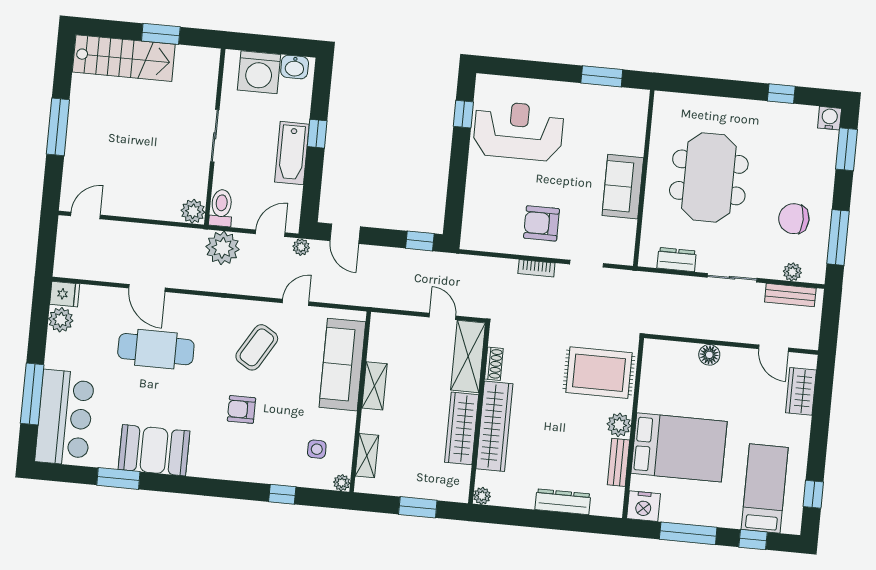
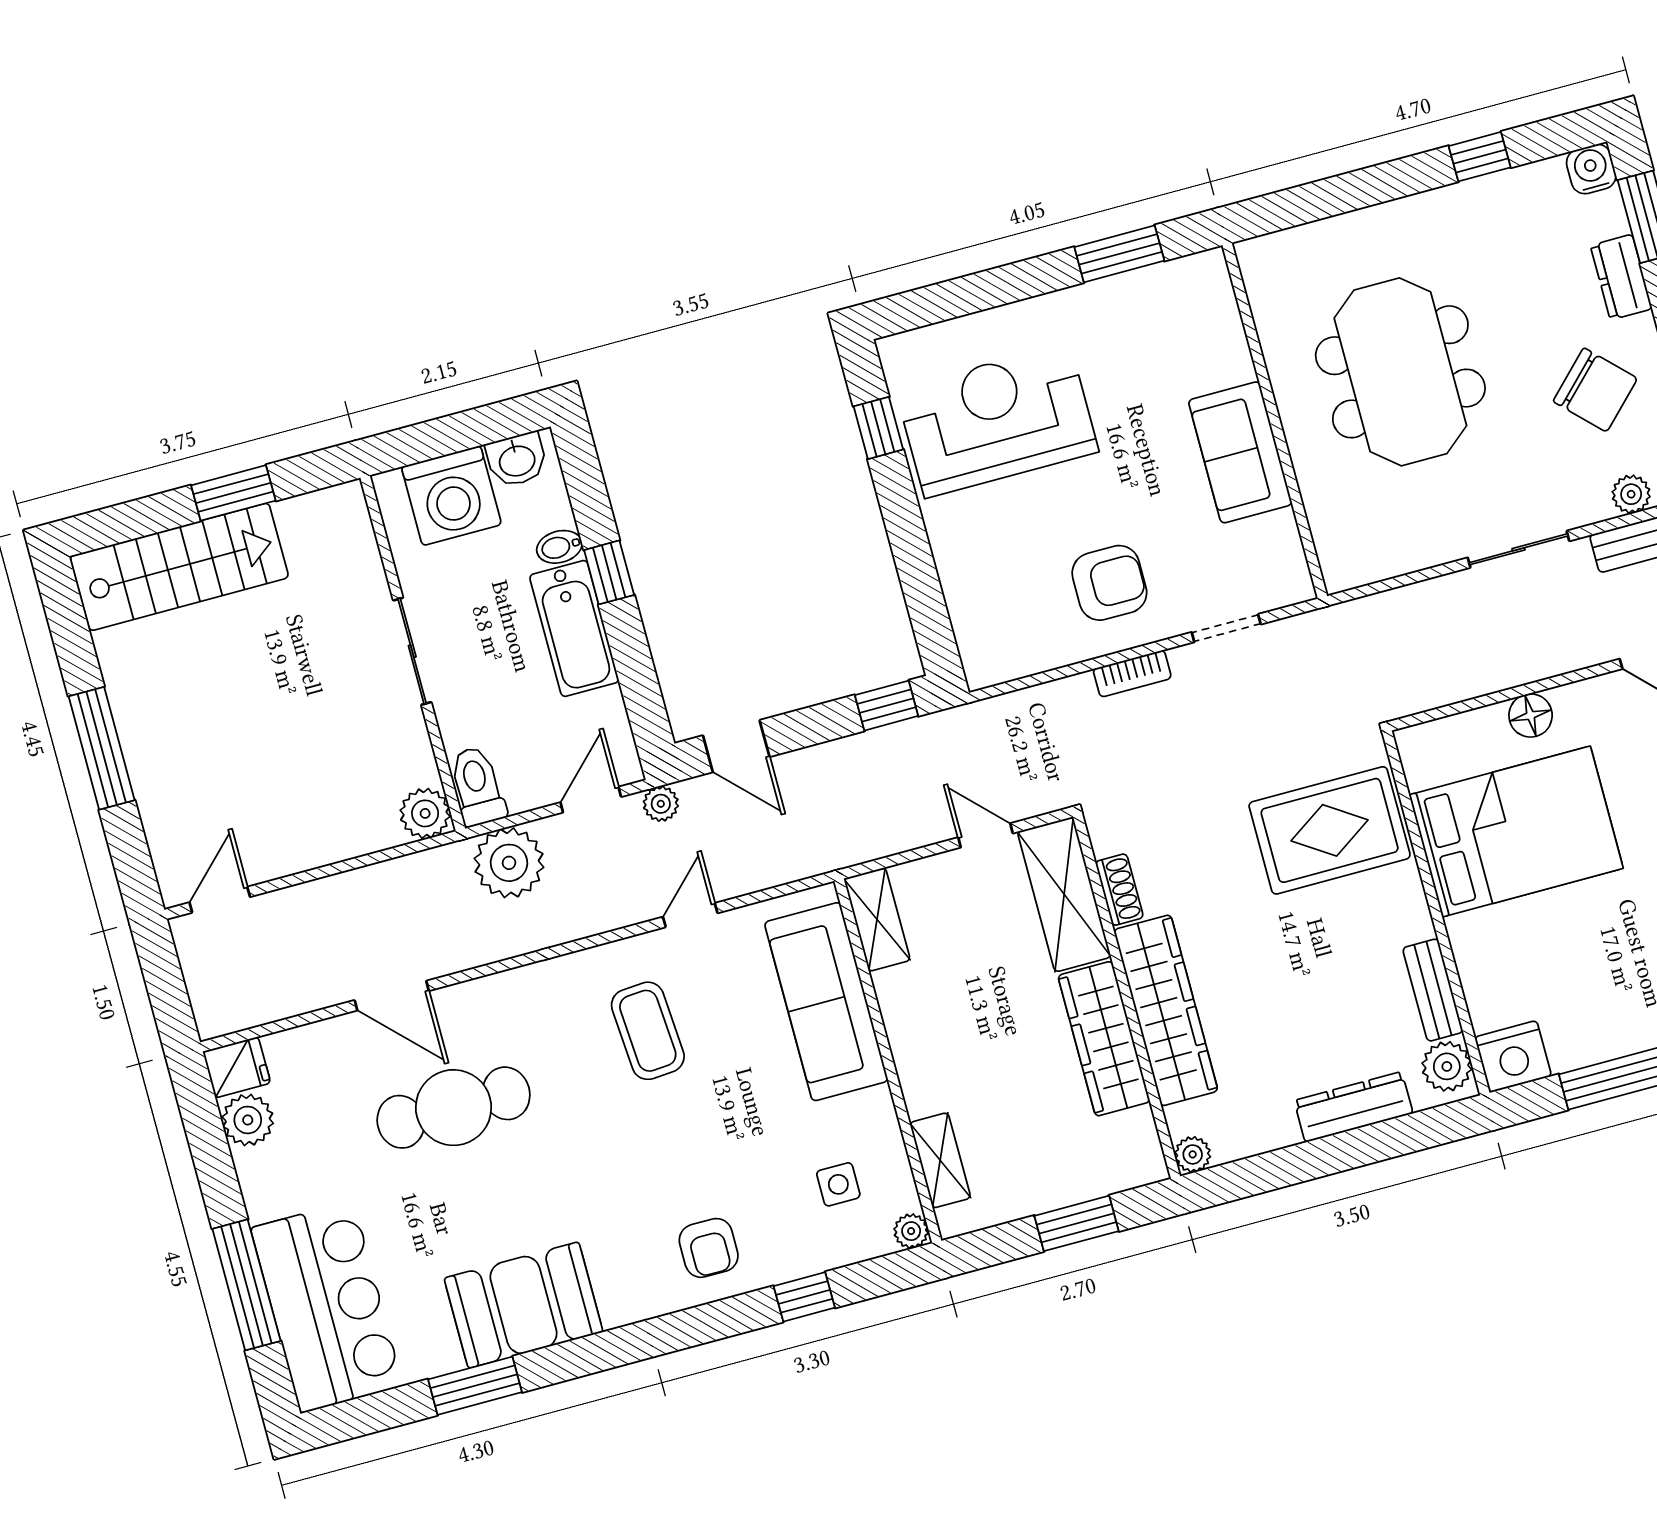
bidet: (299, 114) -> (559, 547), added
chair: (794, 219) -> (1595, 390), turned -135
armchair: (541, 223) -> (1109, 583), turned 180
dresser: (677, 260) -> (1621, 277), moved, turned -90
coffee table: (257, 347) -> (648, 1031), turned -35
shelving: (374, 386) -> (877, 919), moved
armchair: (241, 409) -> (709, 1248), moved, turned -90
plant: (619, 425) -> (1447, 1066), moved
bed: (679, 447) -> (1516, 832), moved

